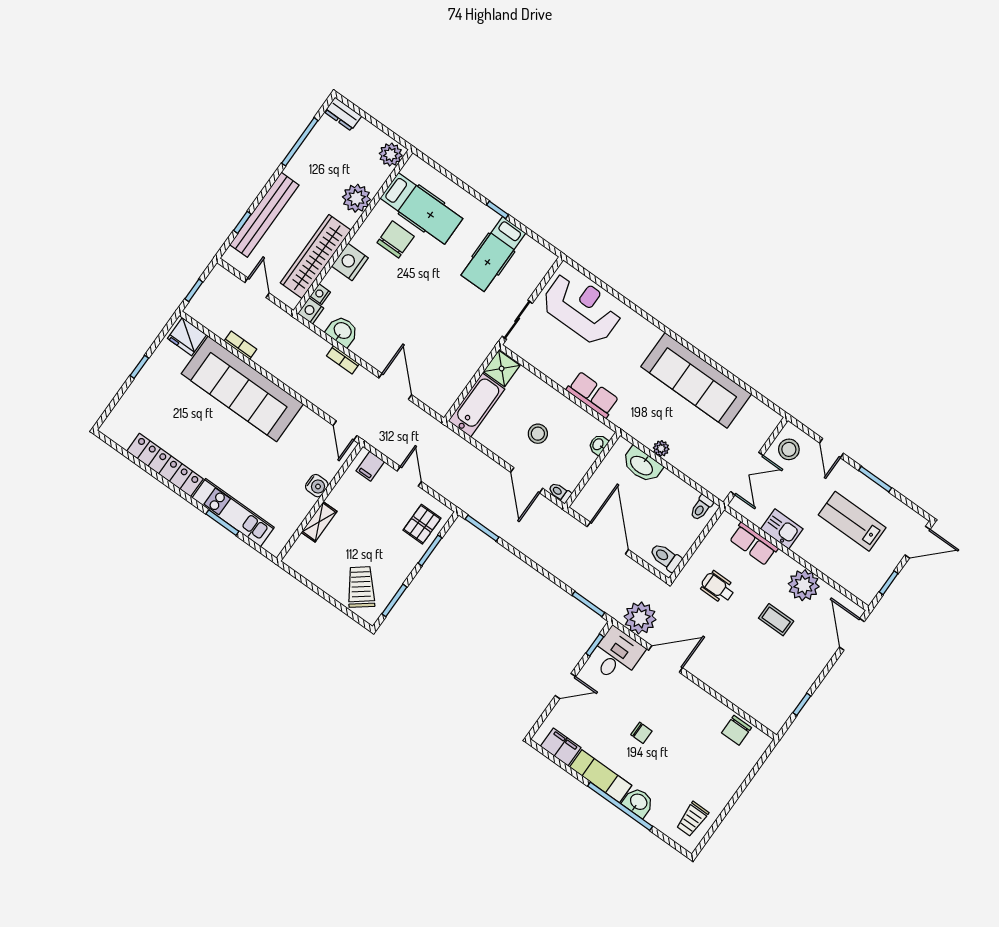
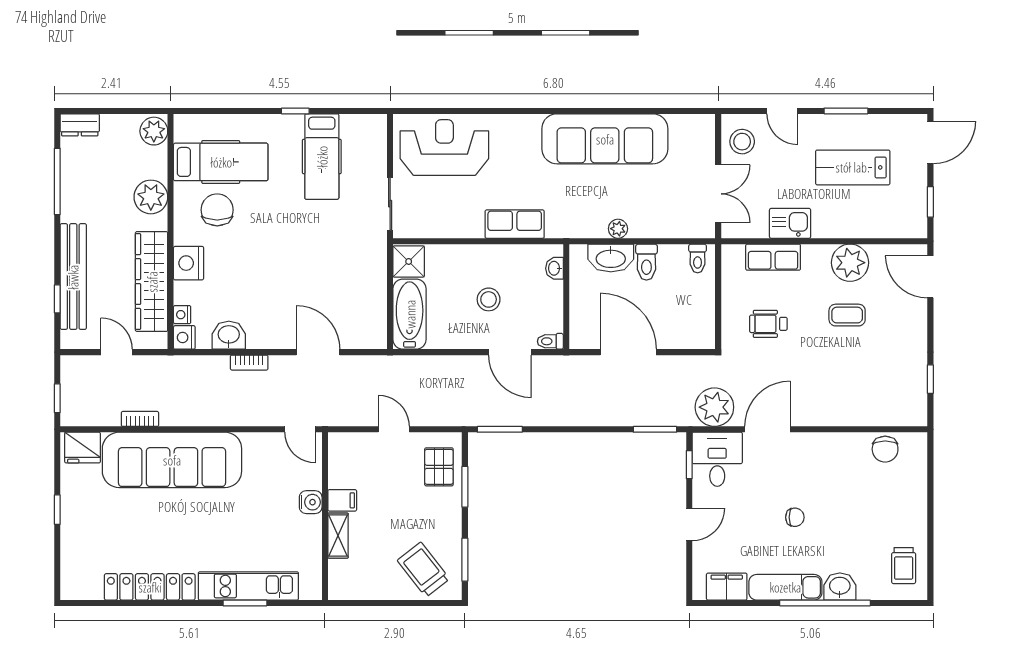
filing cabinet: (370, 466) -> (342, 500), moved, turned -90
toilet: (666, 557) -> (646, 262), moved, turned -90

